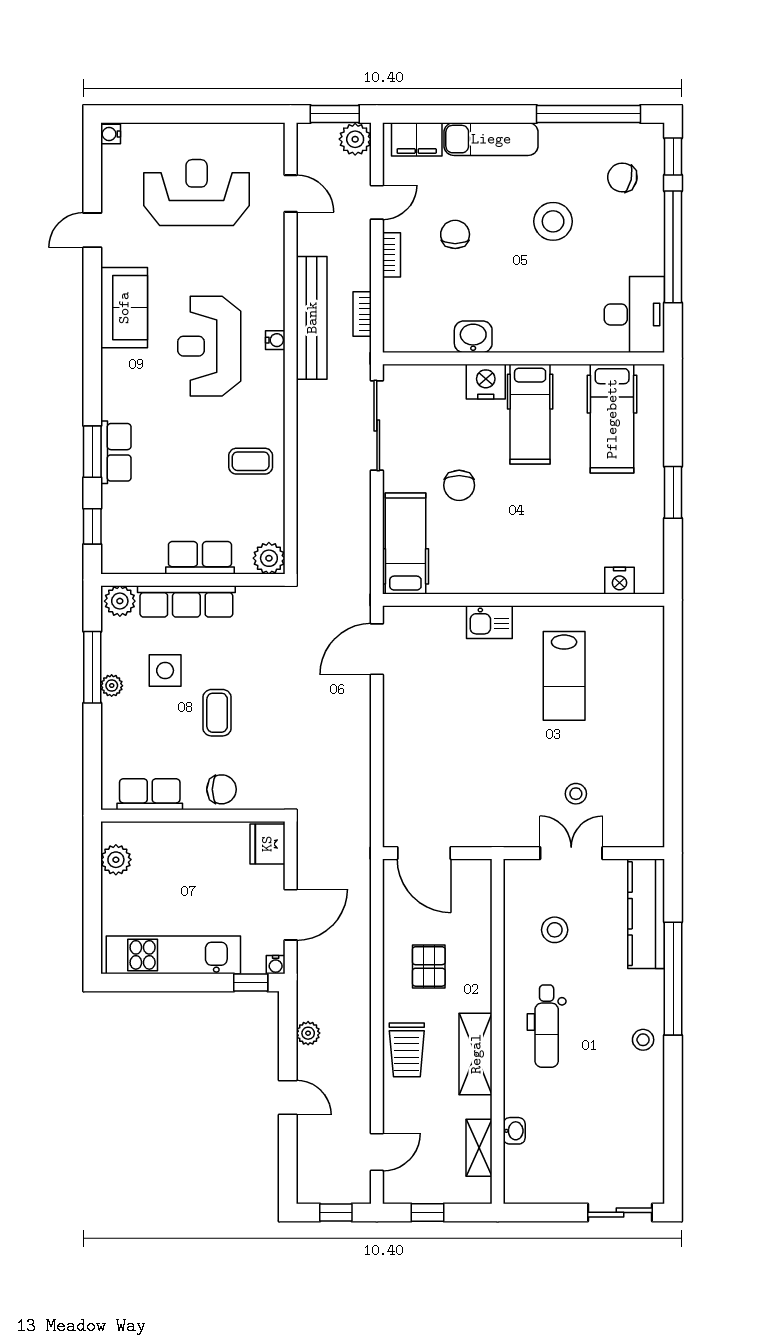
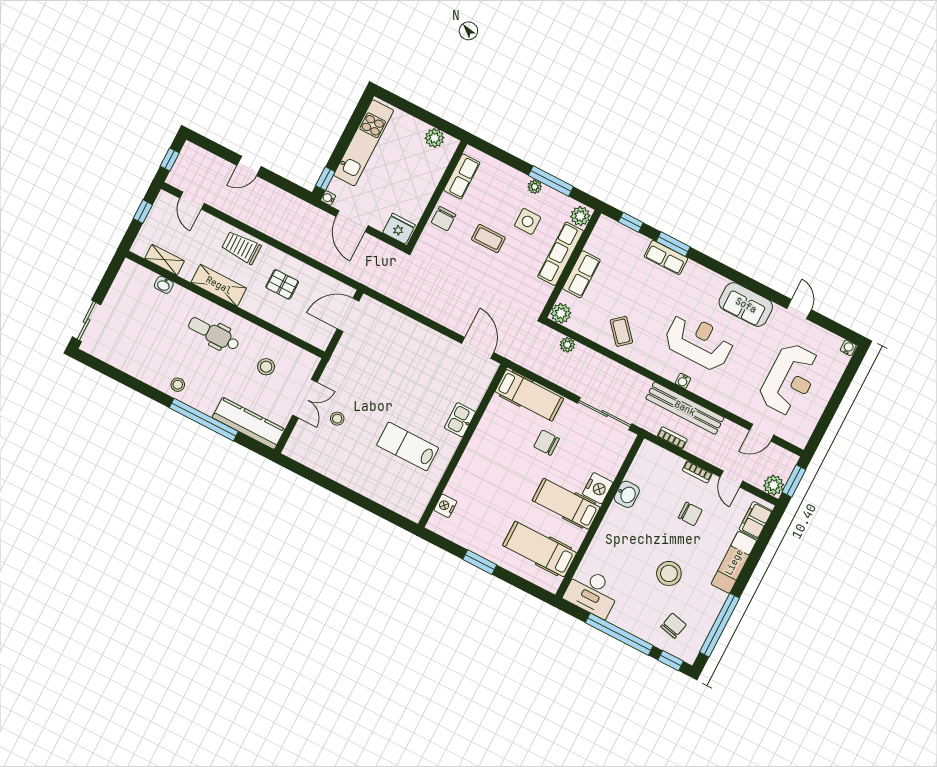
coffee table: (251, 461) -> (621, 331), turned -41
plant: (308, 1033) -> (567, 345), moved

